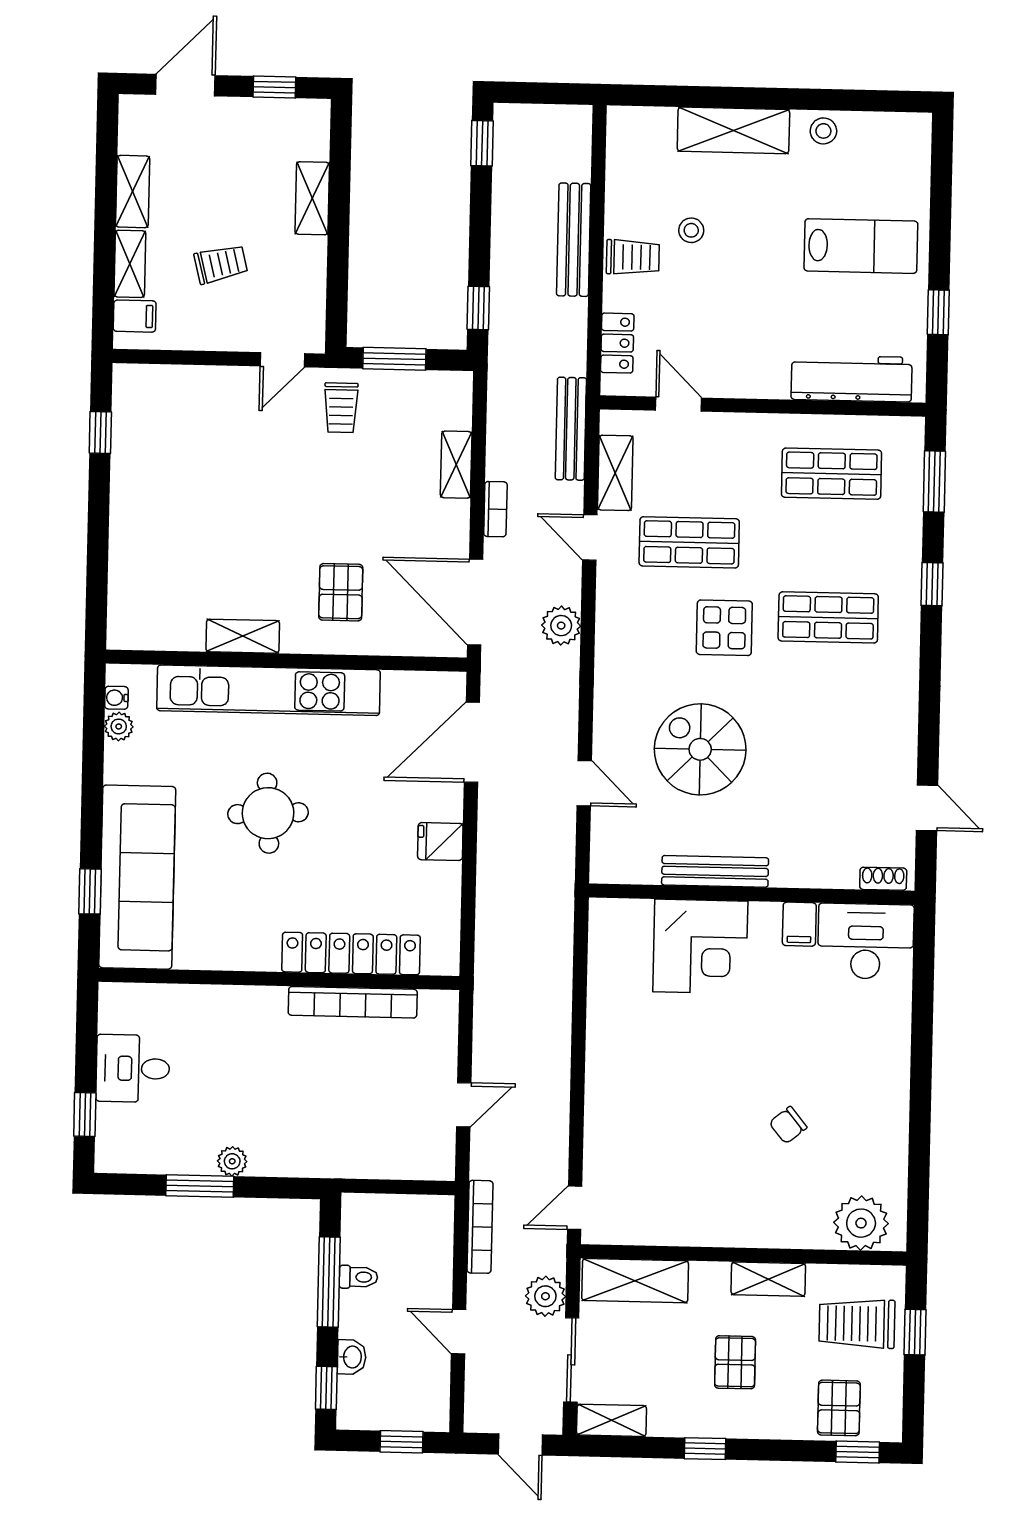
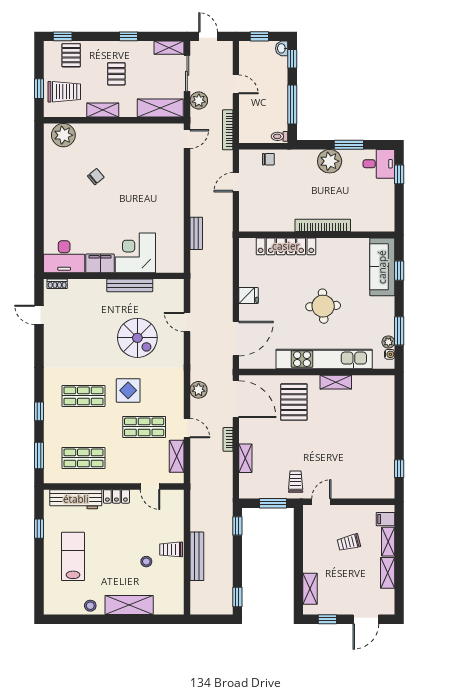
shelving: (312, 198) -> (310, 589), moved
lab bench: (861, 246) -> (73, 556), turned 90
locker: (617, 343) -> (116, 496), moved, turned -90
bench: (571, 429) -> (196, 233), moved, width x0.73
pallet: (341, 592) -> (294, 402), width x1.50, depth x1.42
window: (93, 752) -> (399, 331), added
sofa: (137, 877) -> (382, 267), width x0.74, depth x0.79
filing cabinet: (799, 924) -> (100, 263), width x2.00
bookcase: (353, 1002) -> (323, 225), moved
desk: (133, 1068) -> (379, 164), moved
chair: (387, 1156) -> (268, 159), added
plant: (232, 1161) -> (330, 161), width x1.88, depth x1.88
toilet: (358, 1277) -> (280, 136), moved
washbasin: (352, 1357) -> (282, 48), moved

